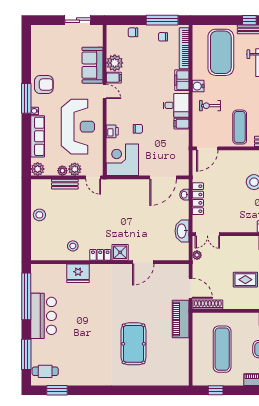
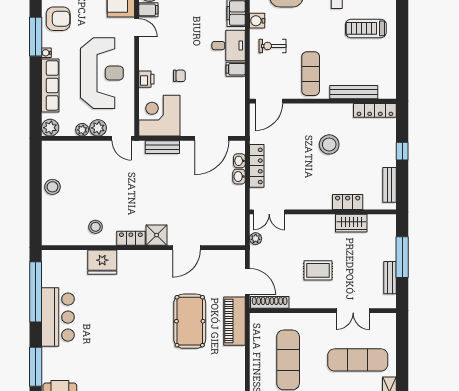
bench: (65, 184) -> (162, 147), moved
washbasin: (182, 231) -> (239, 177), moved, width x0.52, depth x0.69
pool table: (134, 344) -> (190, 321), moved

